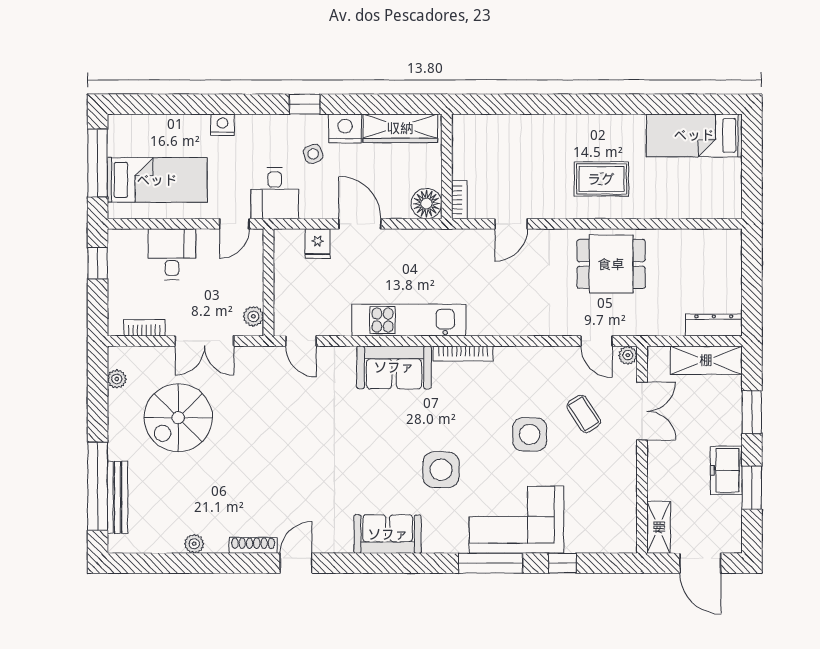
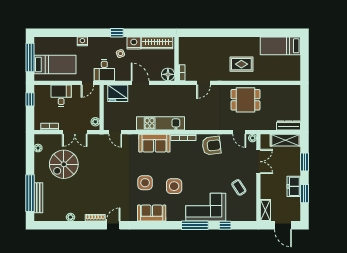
fridge: (318, 244) -> (118, 93), width x1.88, depth x1.34
armchair: (530, 373) -> (211, 146), added
coffee table: (584, 414) -> (239, 187), moved
side table: (530, 434) -> (145, 183), moved

